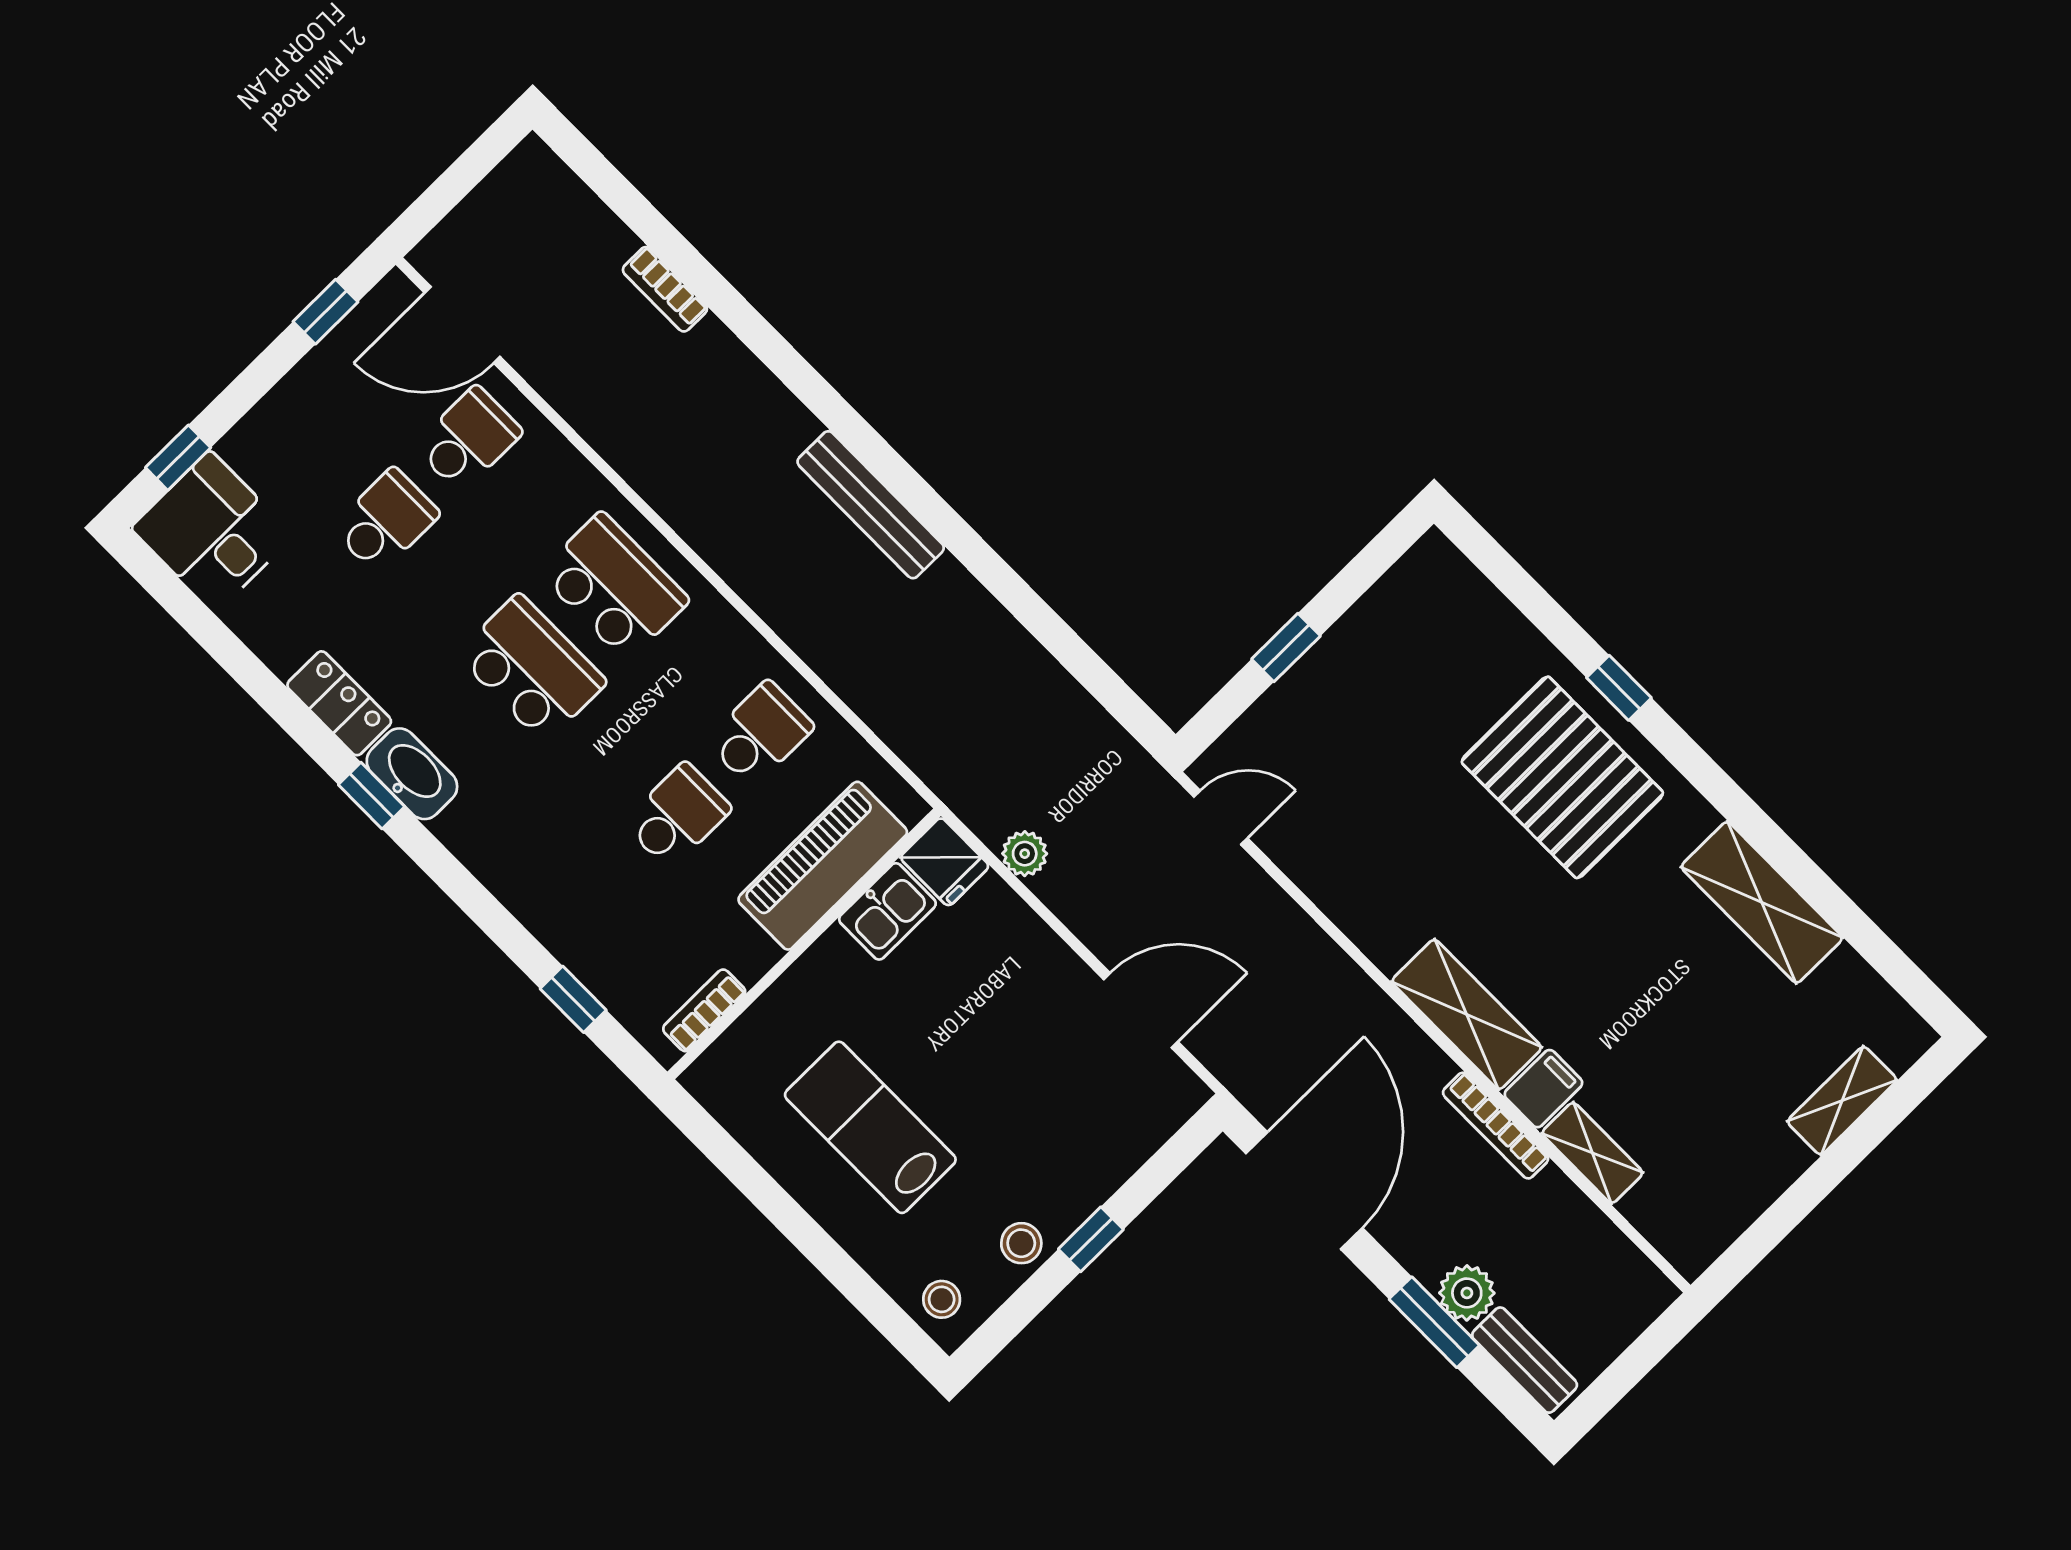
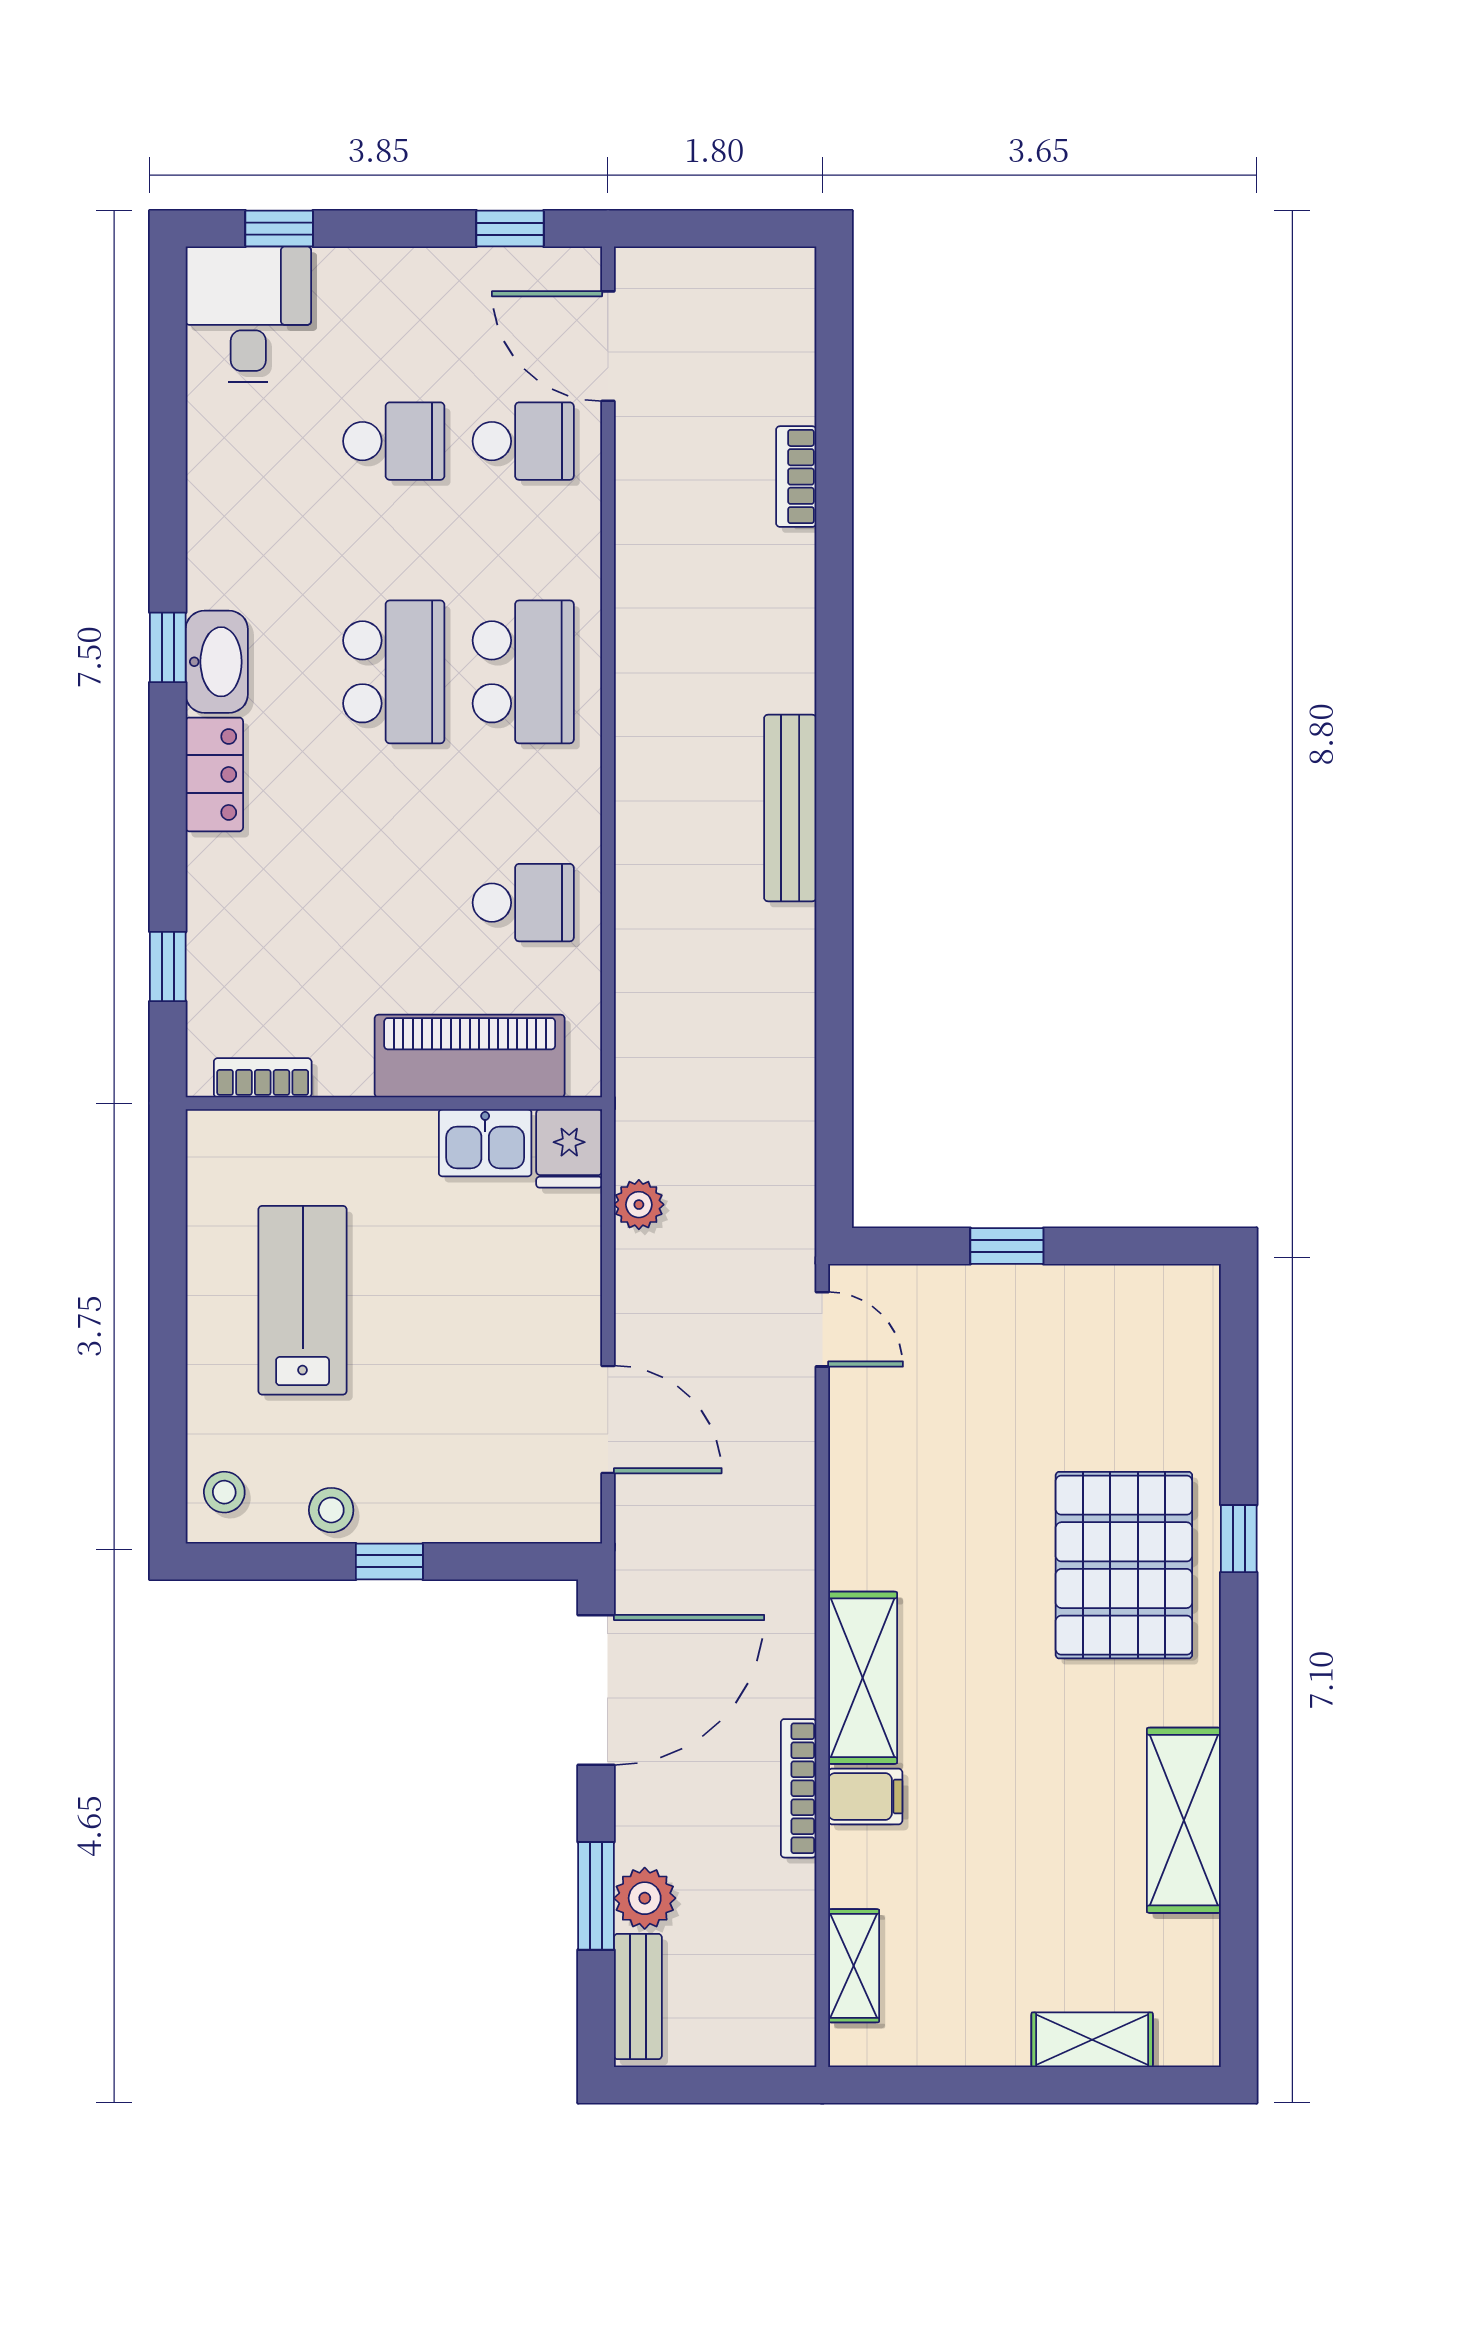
locker: (339, 703) -> (214, 774), moved
school desk: (677, 816) -> (394, 903), removed
shelving: (1592, 1153) -> (854, 1966), moved

